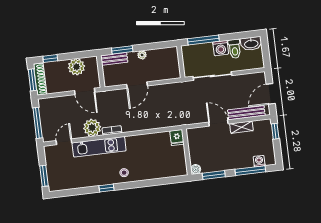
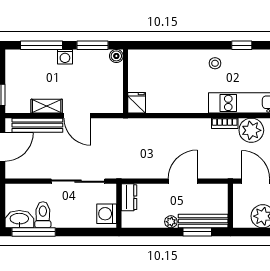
window: (203, 40) -> (34, 232), moved
washing machine: (221, 48) -> (107, 214), moved, turned -90
bench: (114, 59) -> (203, 221), width x1.36
dresser: (174, 69) -> (129, 197), added
washing machine: (259, 161) -> (65, 57), moved

